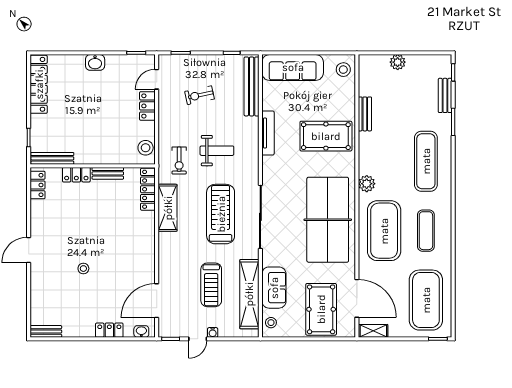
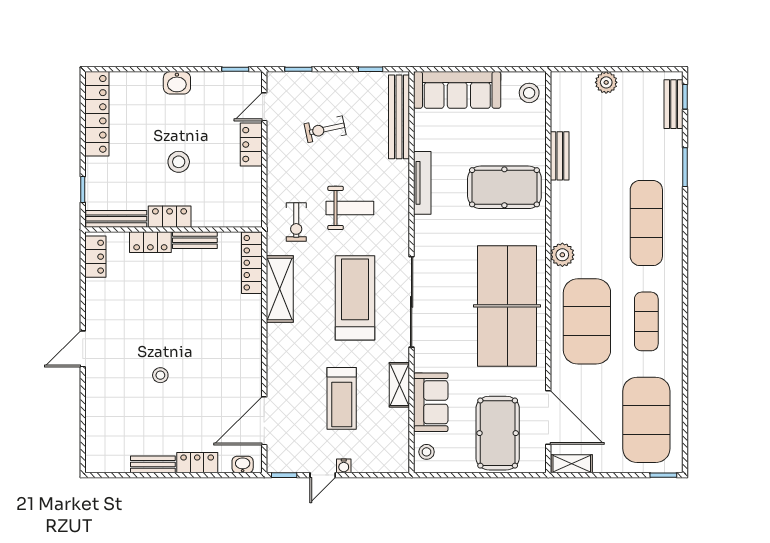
bench: (445, 95) -> (674, 104), moved
stool: (146, 148) -> (179, 162), moved
locker: (90, 157) -> (170, 217), added
shelving: (249, 294) -> (399, 385), width x0.45, depth x0.75
bench: (46, 331) -> (153, 464), moved

